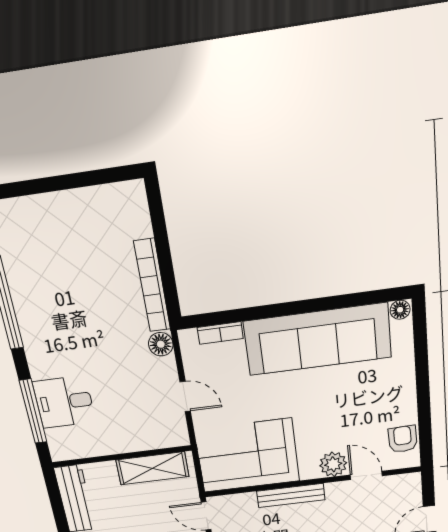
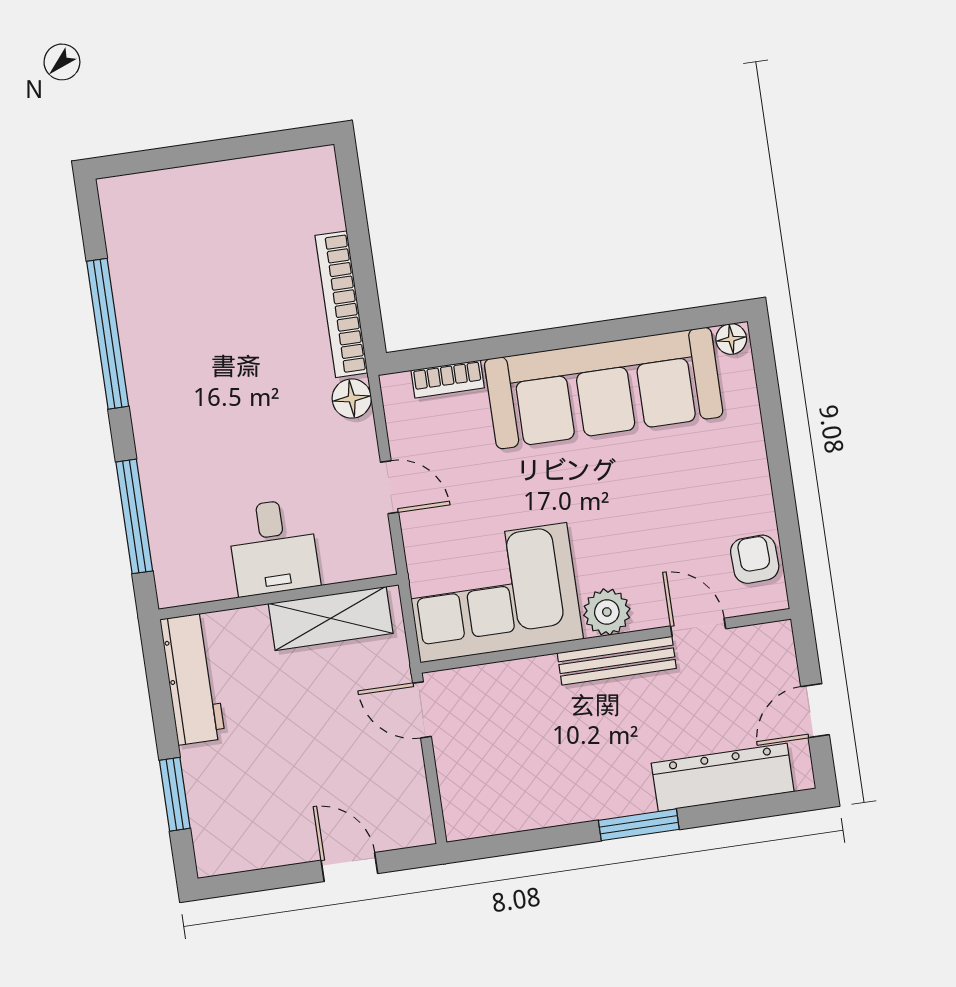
desk: (64, 402) -> (273, 547), moved, turned -90
plant: (333, 464) -> (607, 612), moved
bench: (291, 495) -> (617, 661), moved

